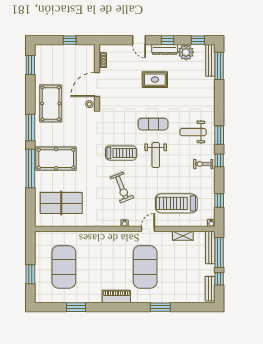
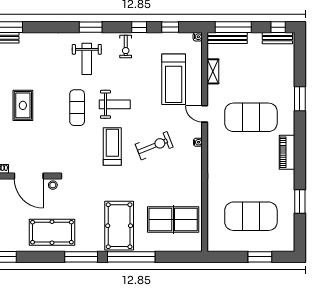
window: (219, 160) -> (139, 27), moved
table tennis table: (61, 203) -> (173, 219), turned 90
window: (219, 279) -> (278, 27), moved

